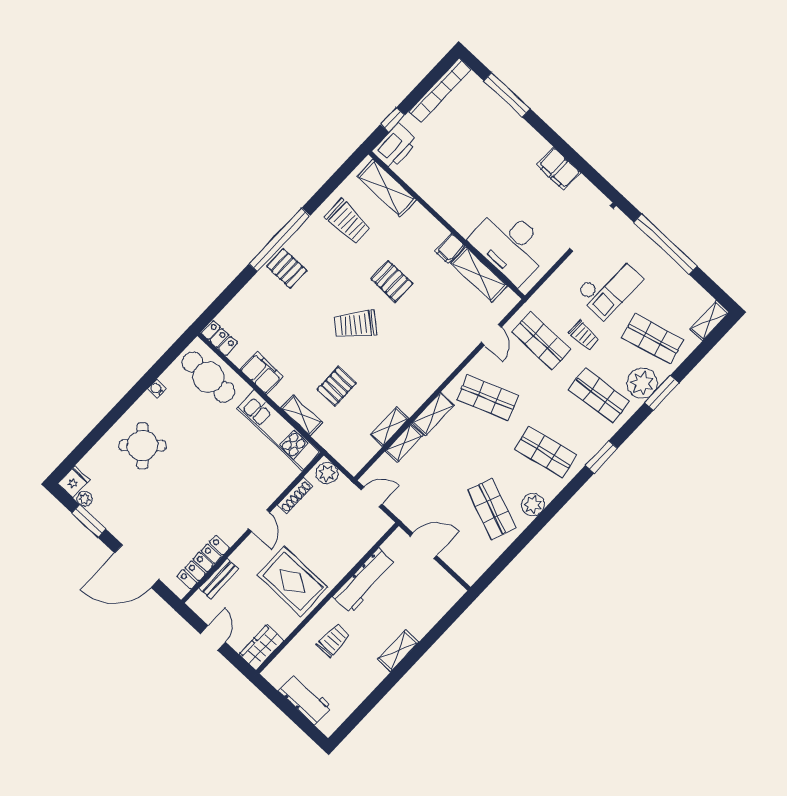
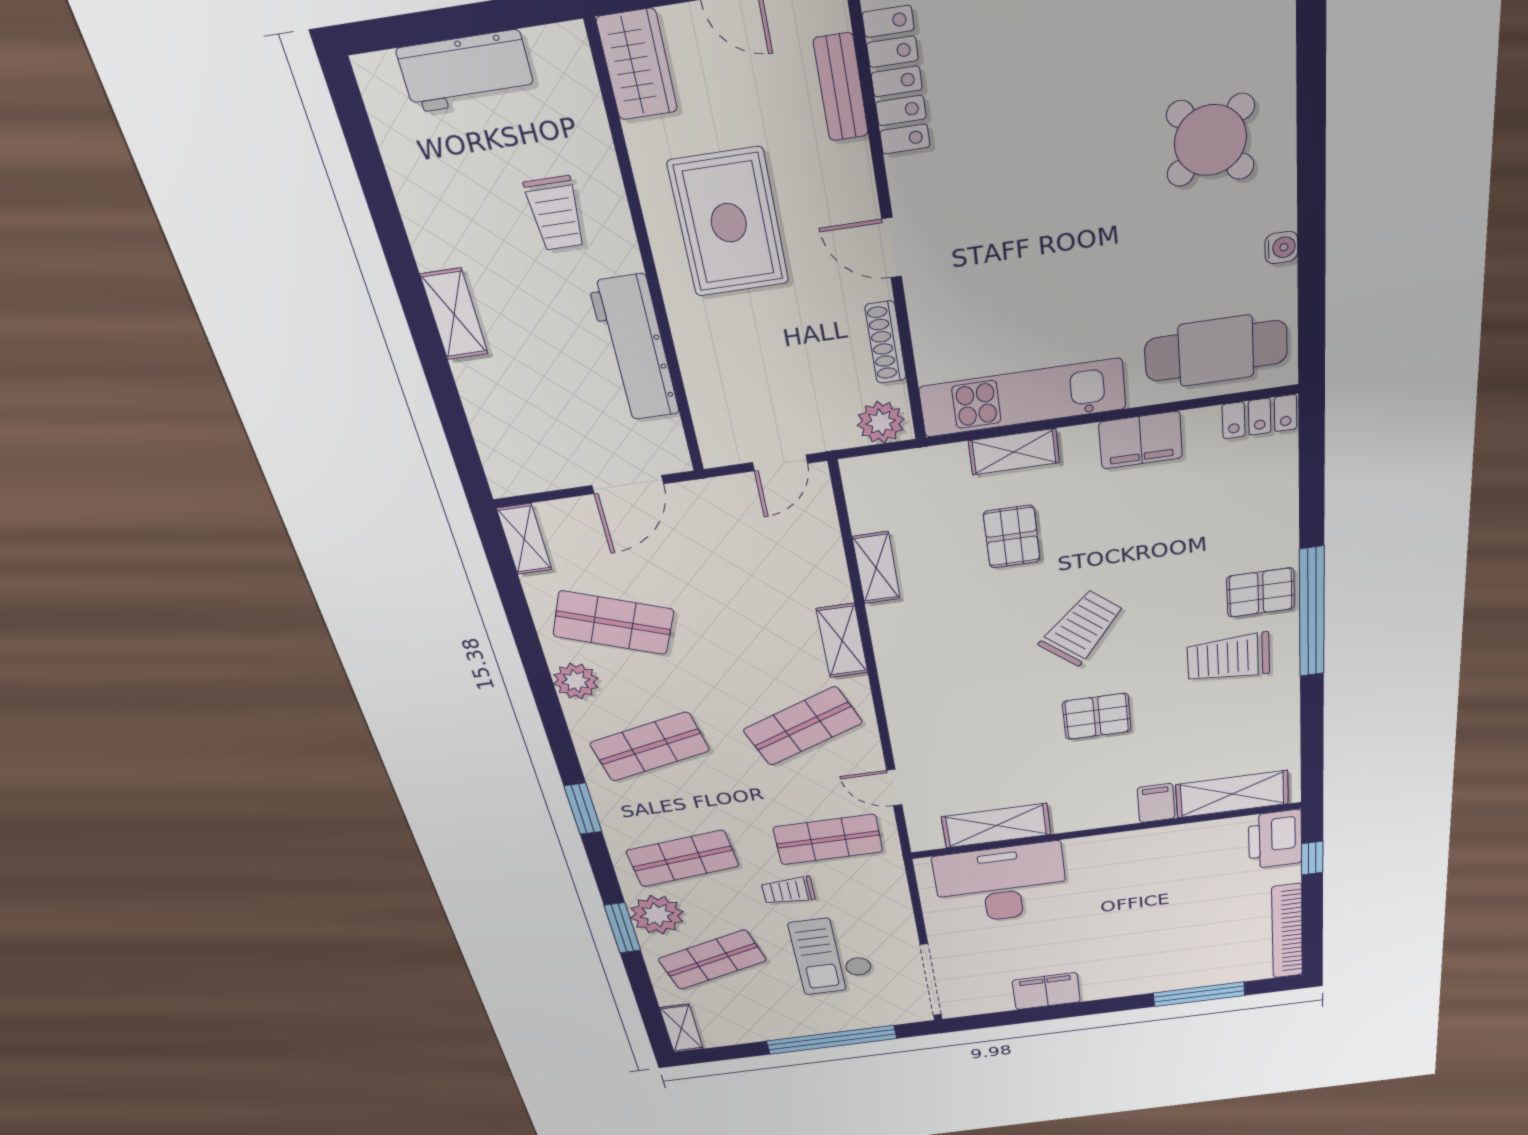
trolley: (348, 222) -> (1228, 658), moved
filing cabinet: (450, 248) -> (1156, 803), moved
shelving: (404, 443) -> (524, 539), moved
rug: (292, 581) -> (729, 223), turned 90

